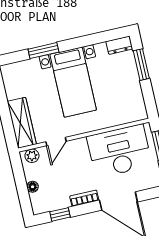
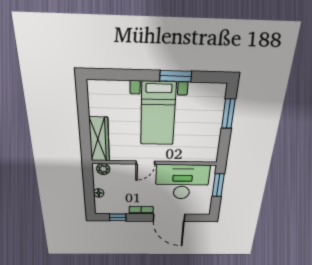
dresser: (119, 45) -> (214, 90), removed
window: (43, 51) -> (176, 76), moved
door: (56, 142) -> (145, 163), moved

